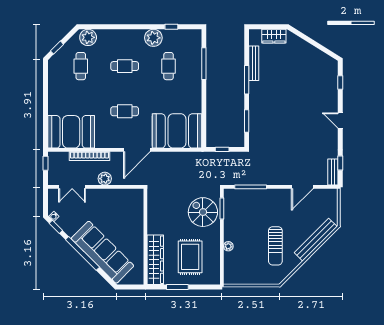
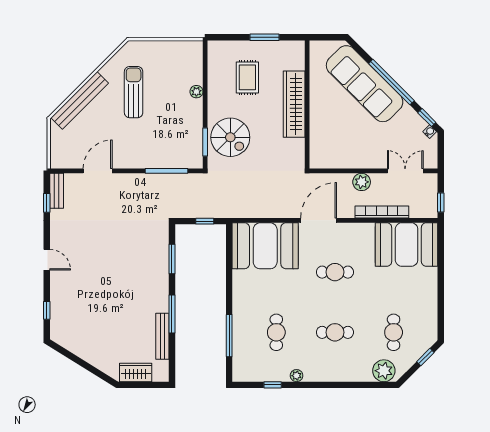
plant: (153, 38) -> (297, 376), width x0.53, depth x0.53
rug: (190, 257) -> (247, 77), width x0.73, depth x0.70
wardrobe: (155, 260) -> (294, 104), moved

